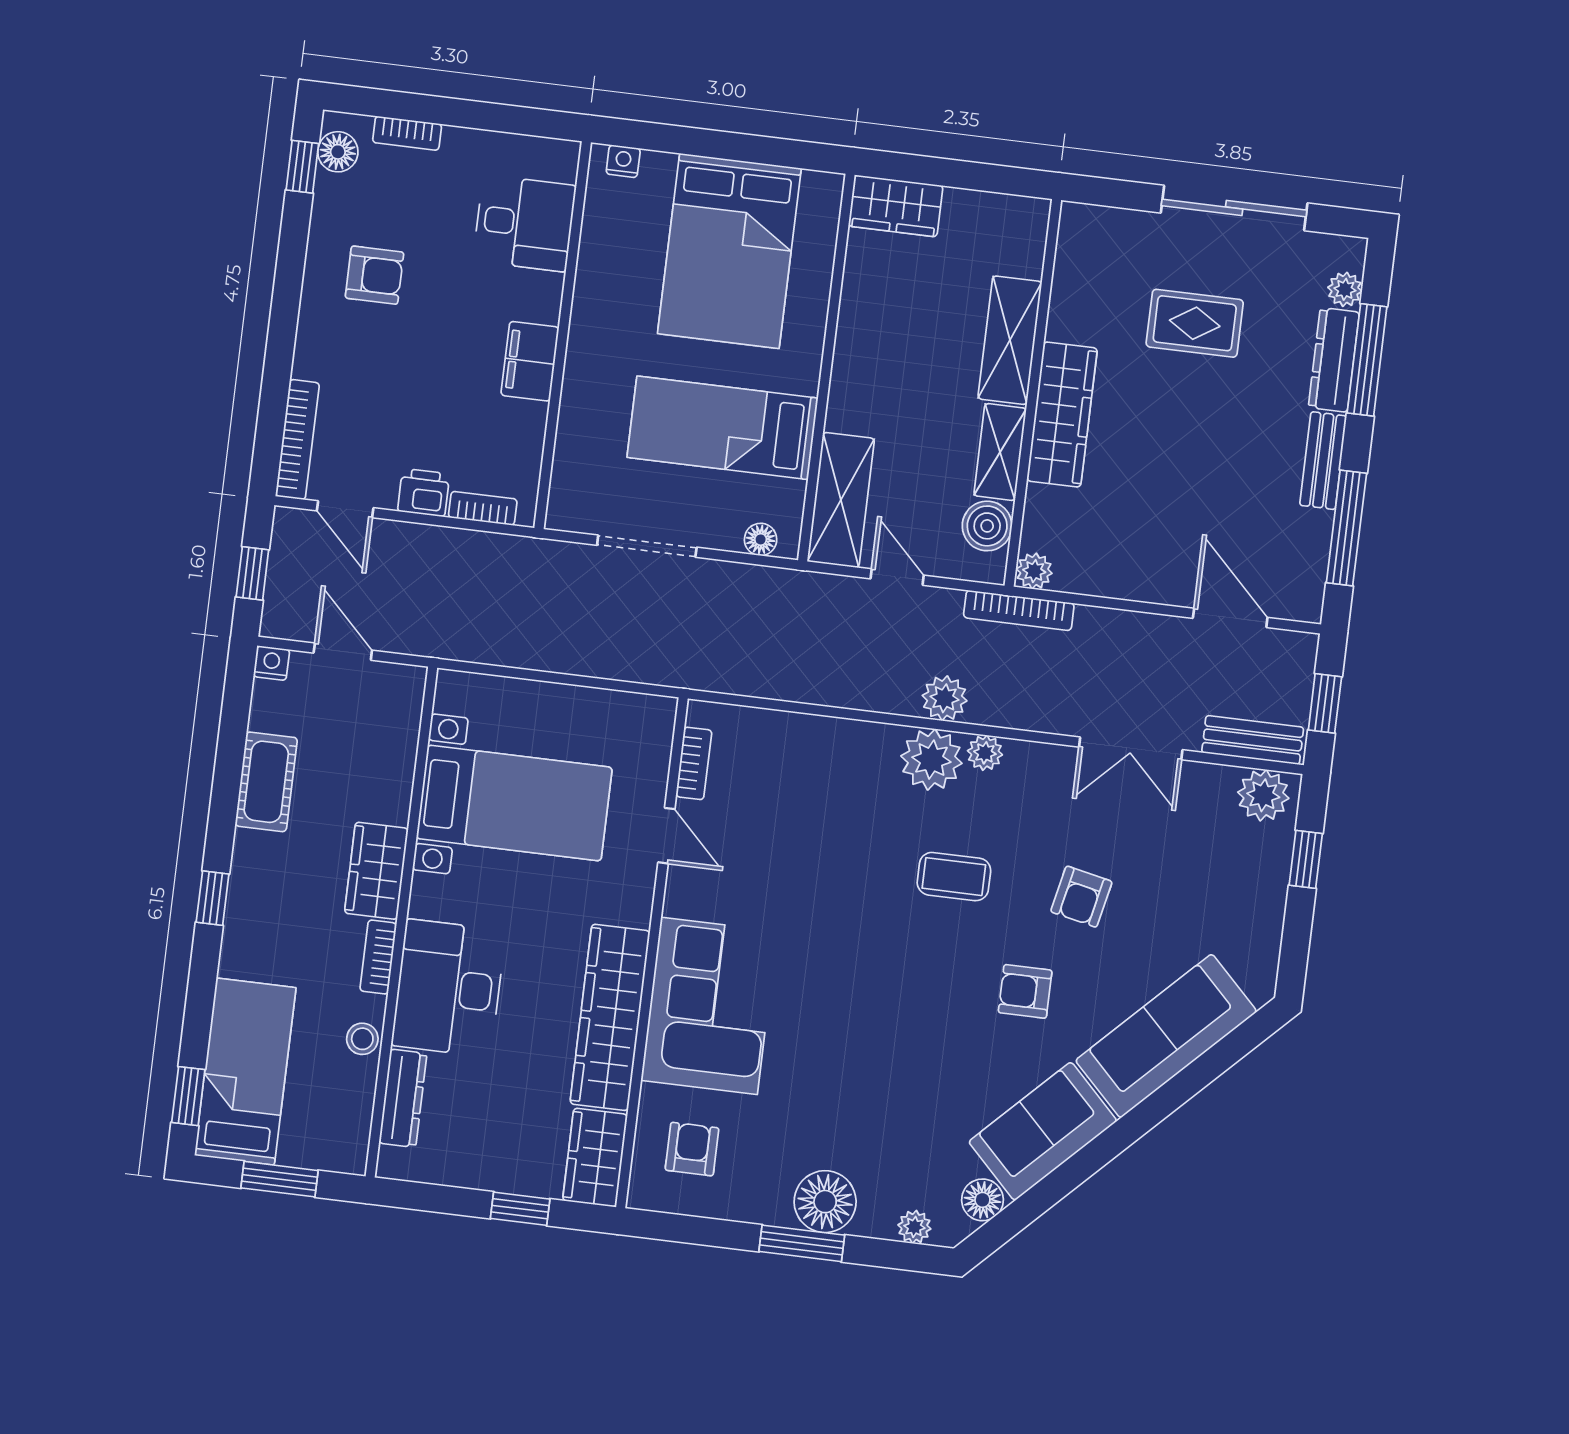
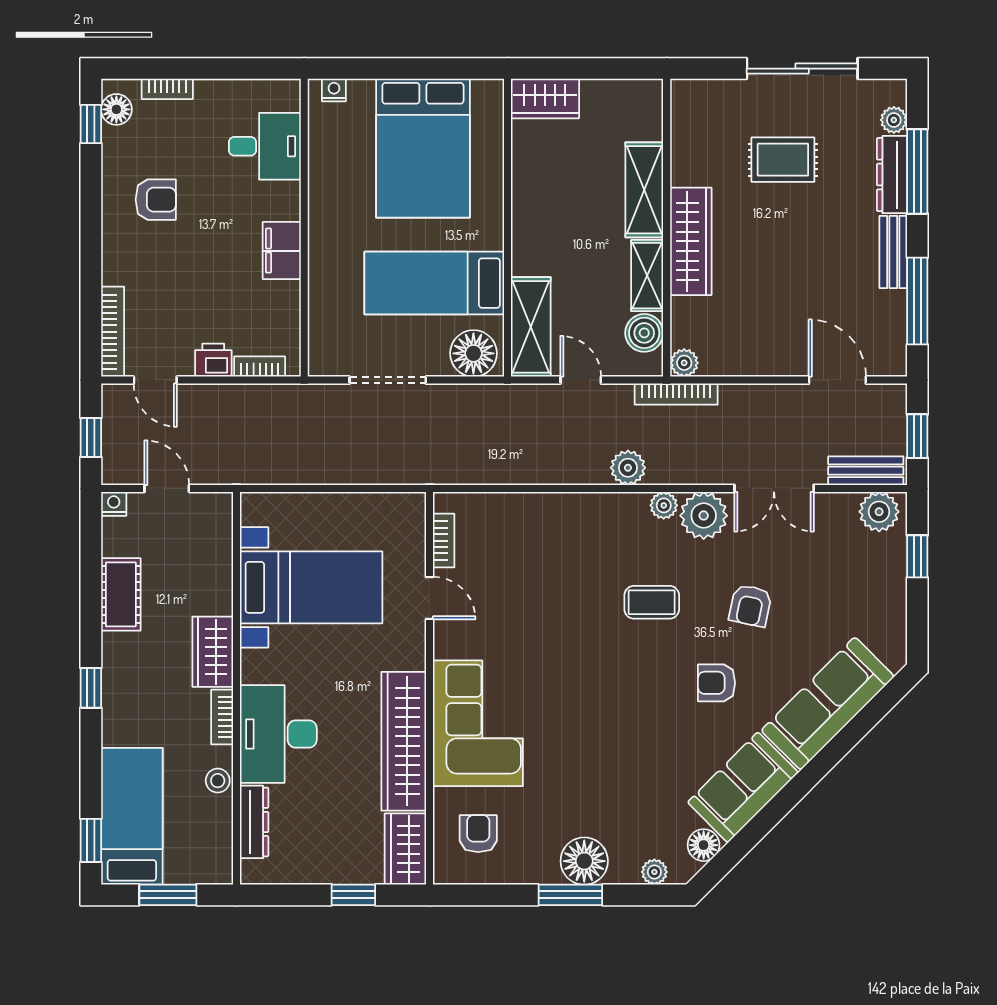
floor lamp: (761, 539) -> (473, 353), width x1.89, depth x1.89
plant: (931, 760) -> (704, 516), moved

